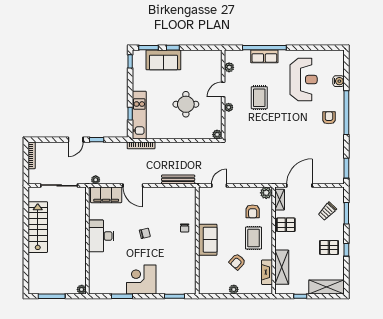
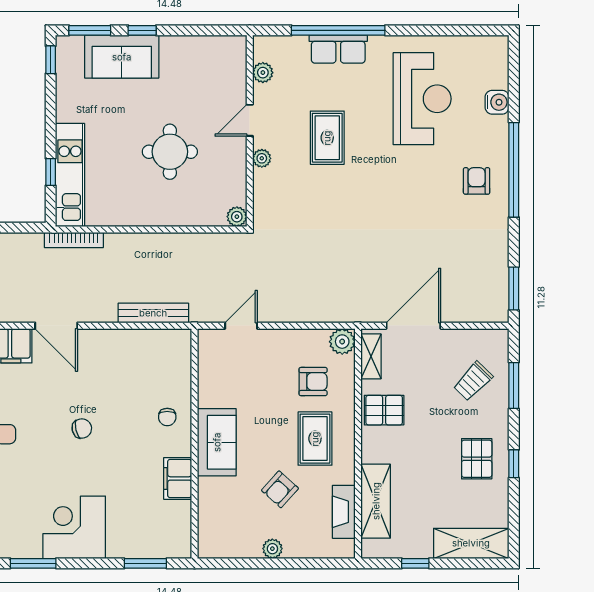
armchair: (253, 211) -> (313, 382), turned -90
pallet: (329, 247) -> (477, 459), turned 90
filing cabinet: (189, 257) -> (178, 478), added

